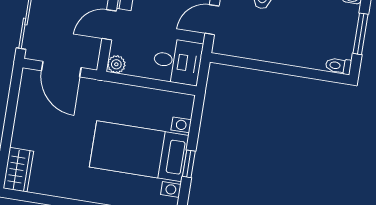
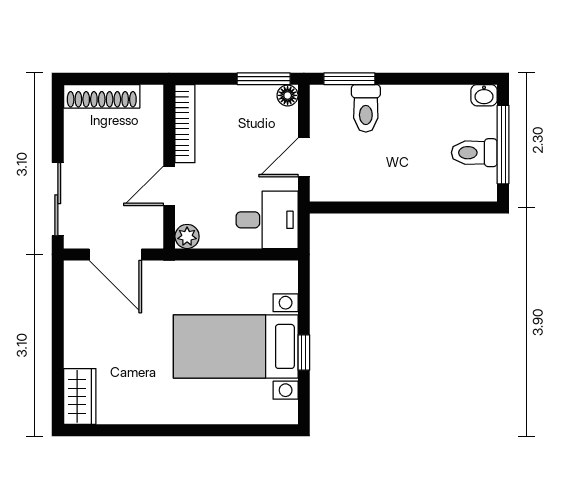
window: (361, 34) -> (503, 145), width x1.44
toilet: (338, 66) -> (474, 153), moved, width x1.37, depth x1.39

